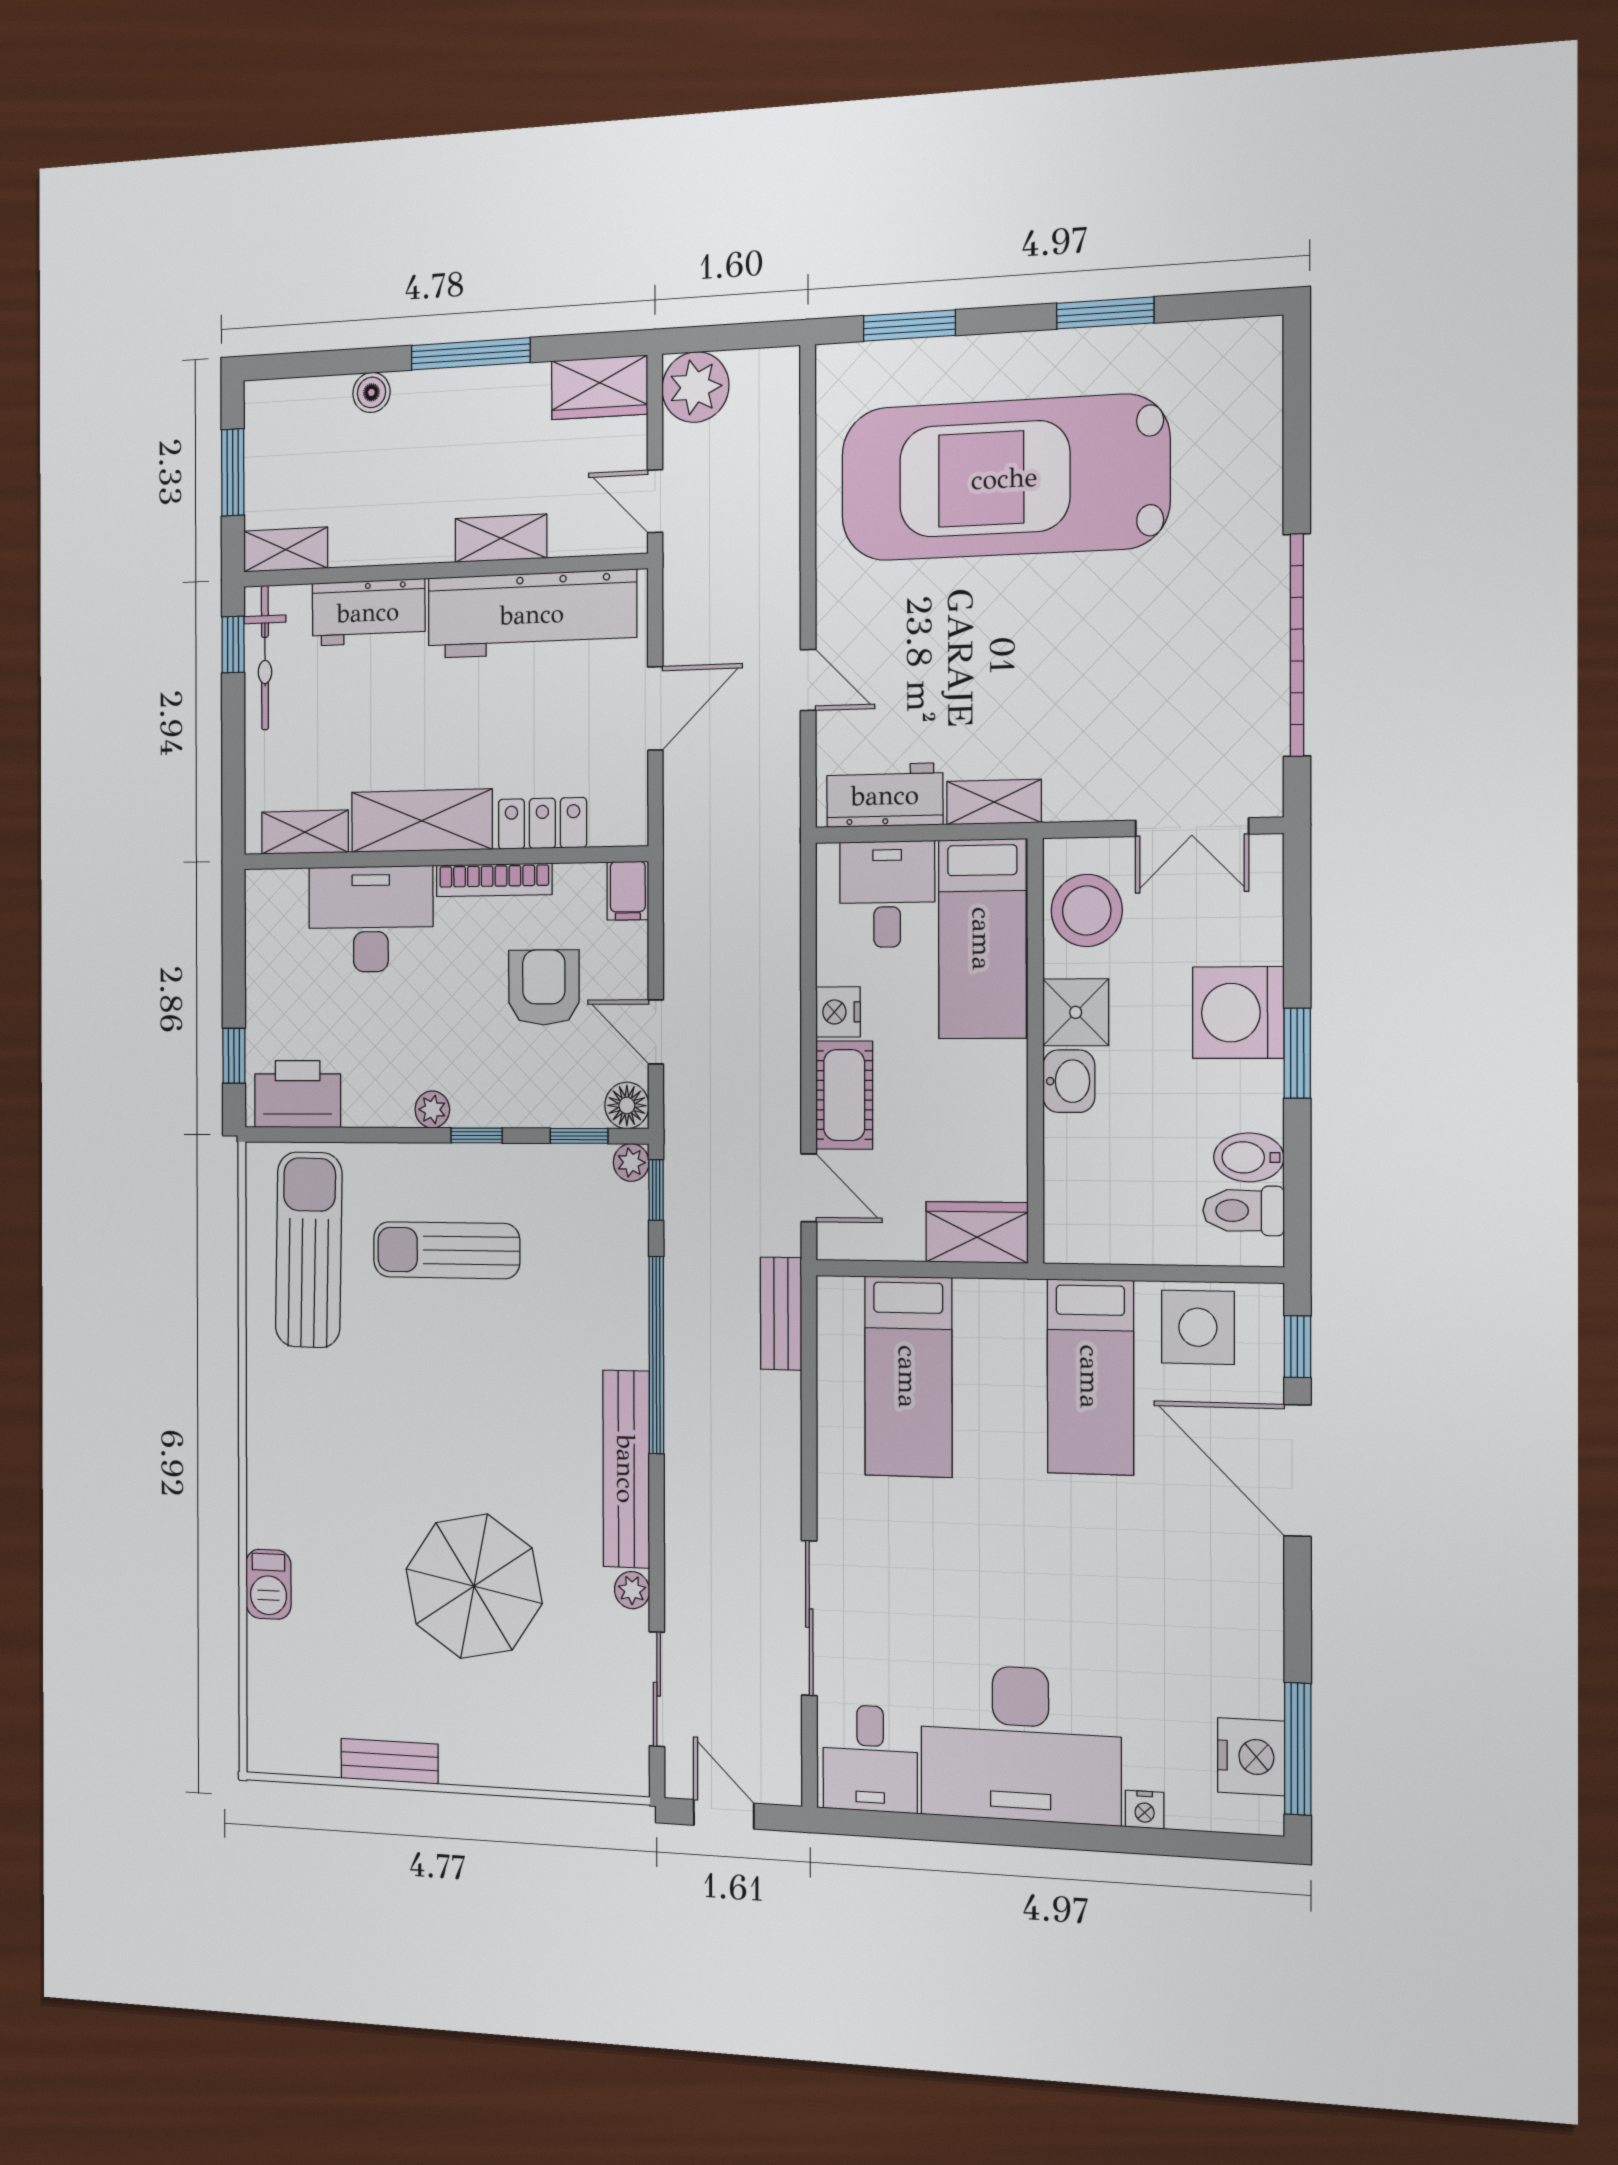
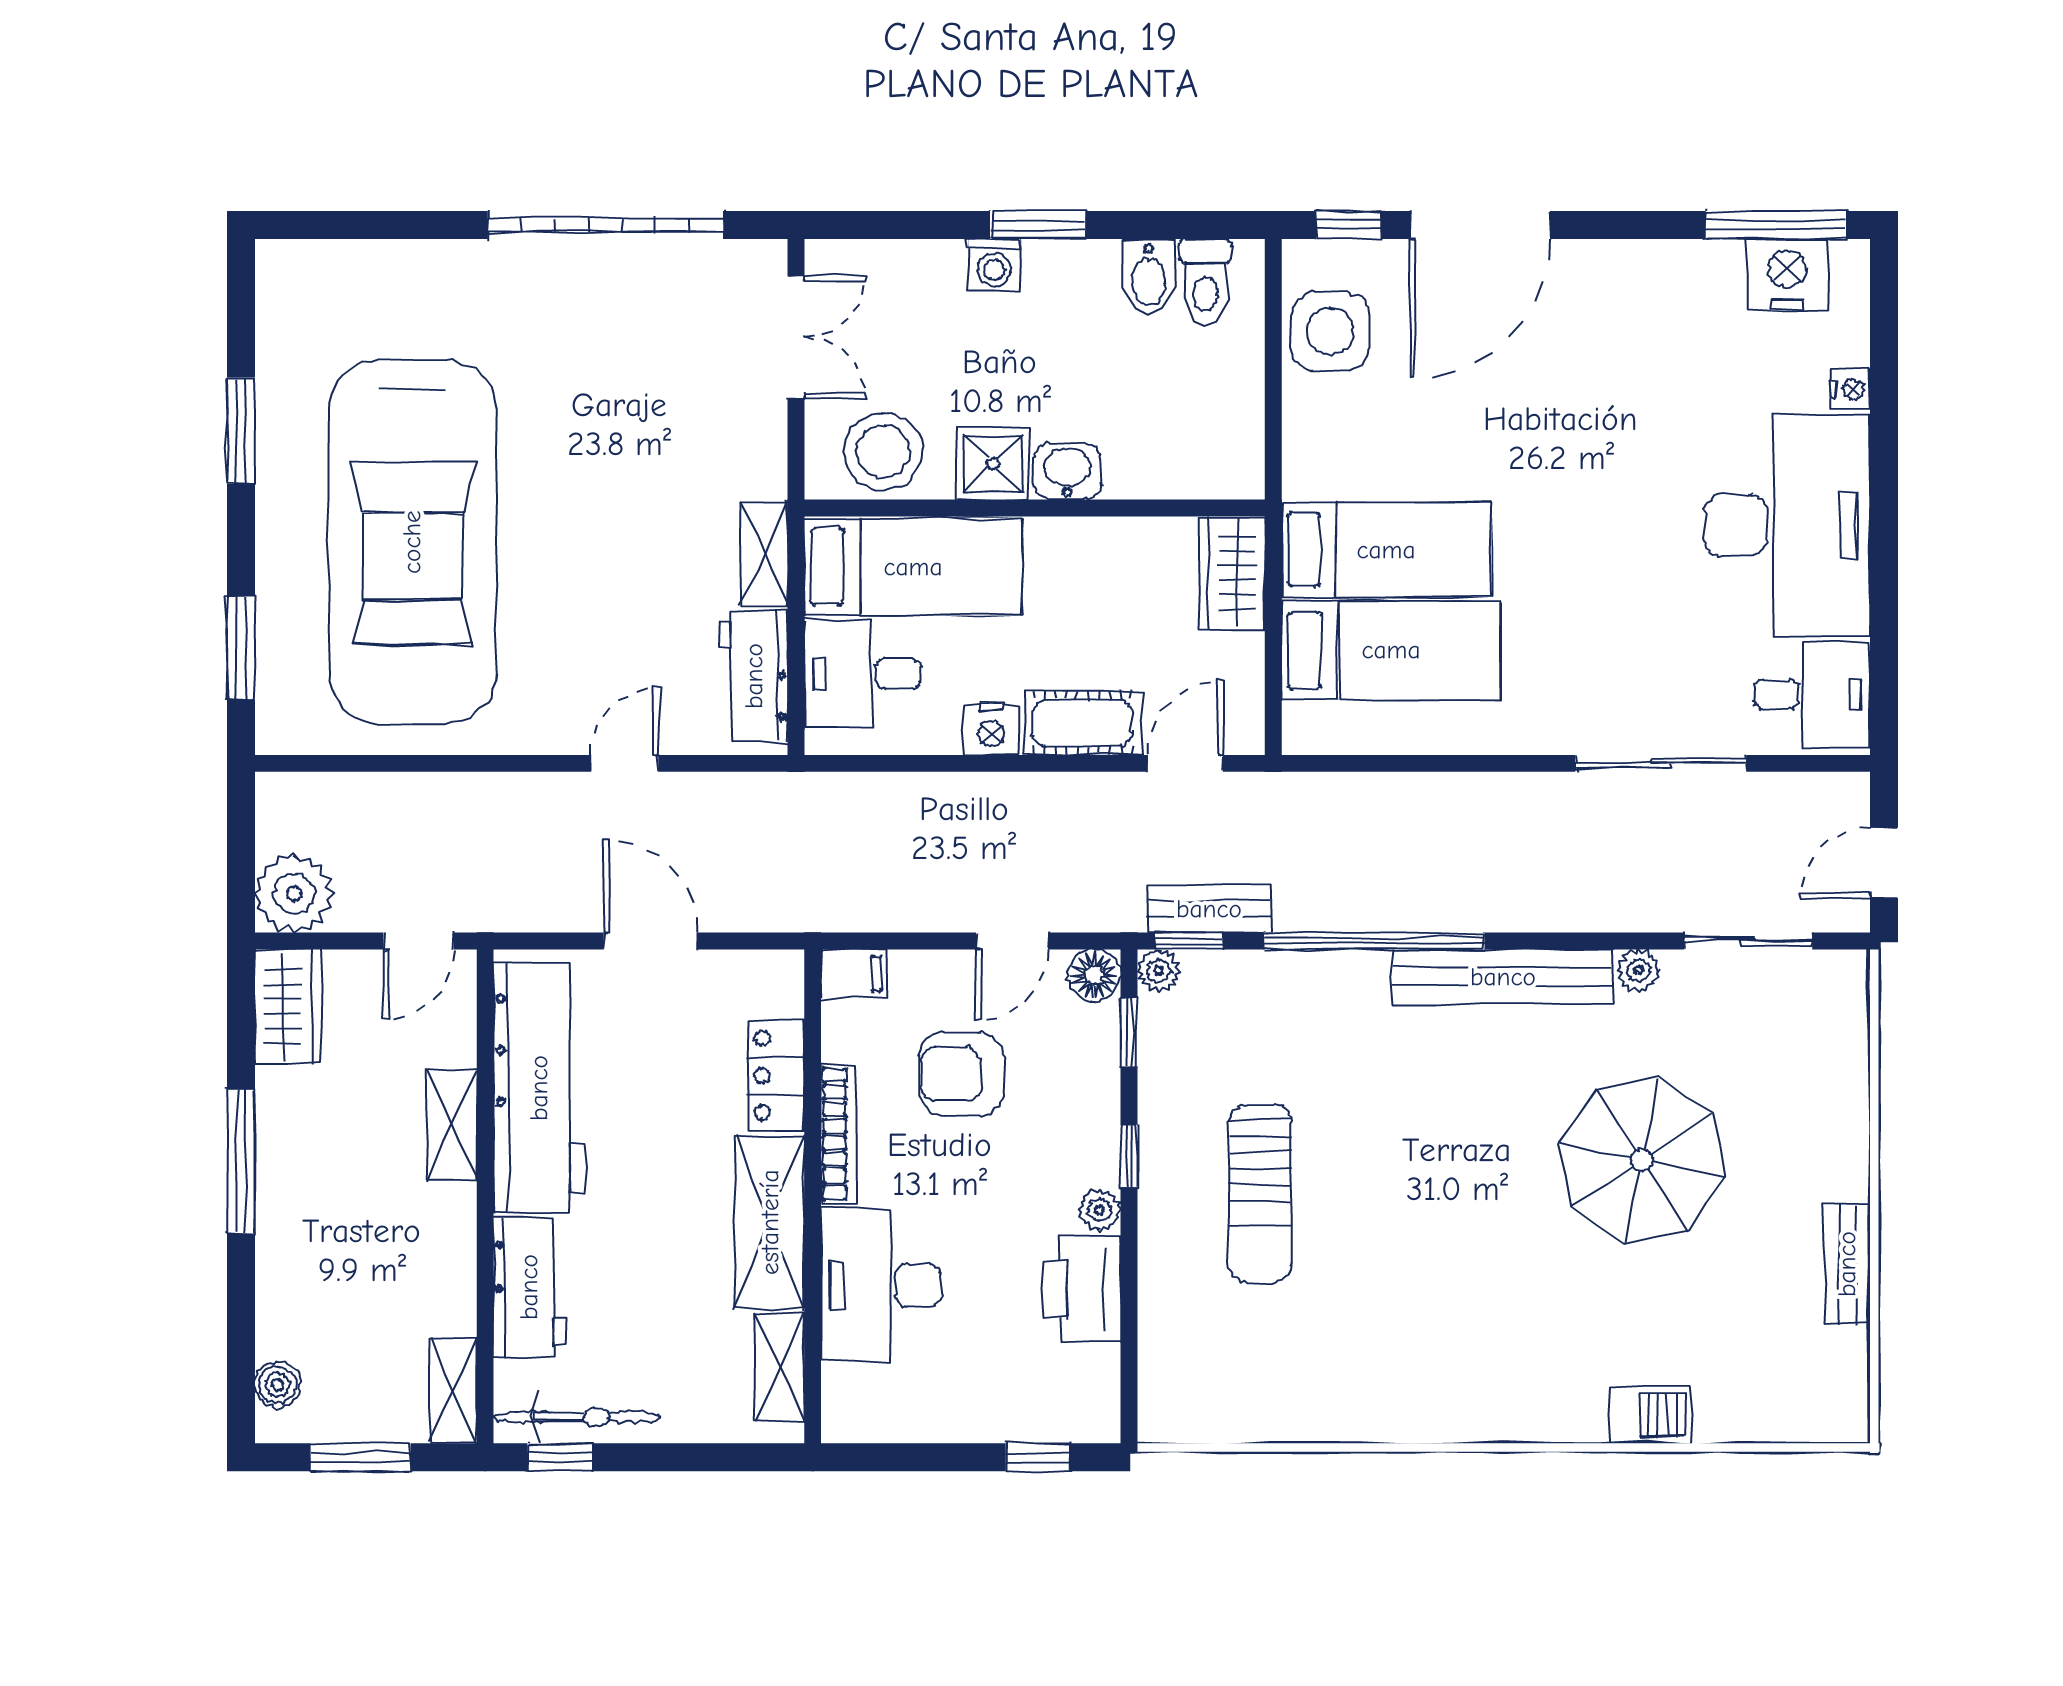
boiler: (371, 392) -> (278, 1385), moved
washing machine: (1238, 1013) -> (994, 265), width x0.53, depth x0.53
printer: (298, 1094) -> (1082, 1289), moved
sun lounger: (309, 1250) -> (1262, 1363), removed
bench: (781, 1314) -> (1209, 909), moved
bed: (1090, 1377) -> (1386, 550), moved

